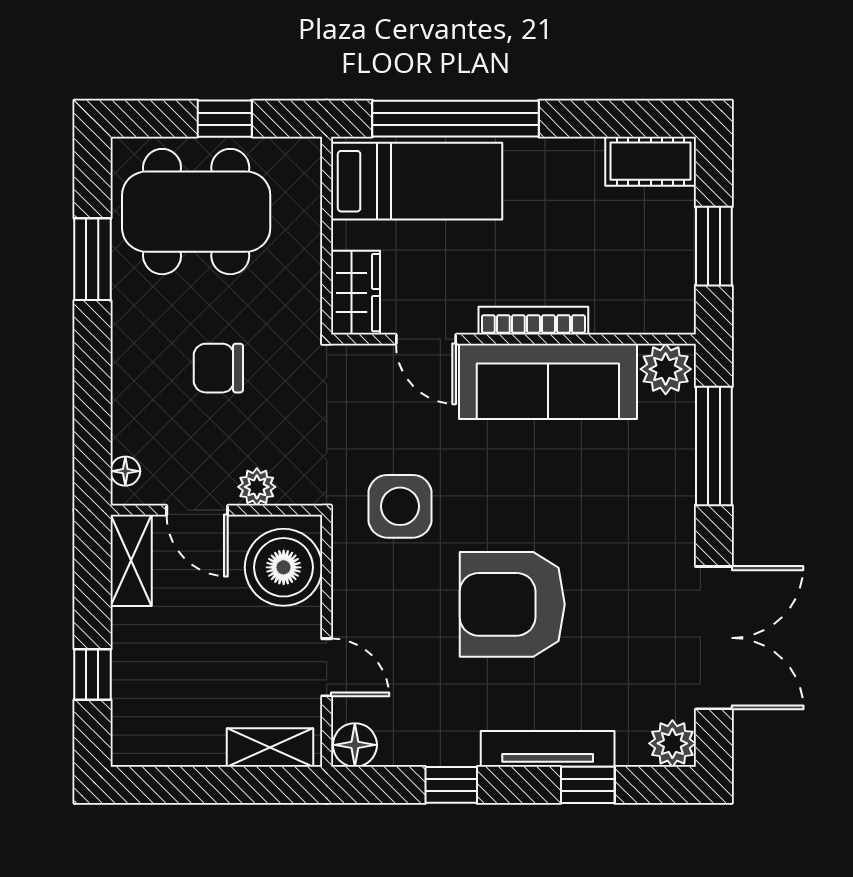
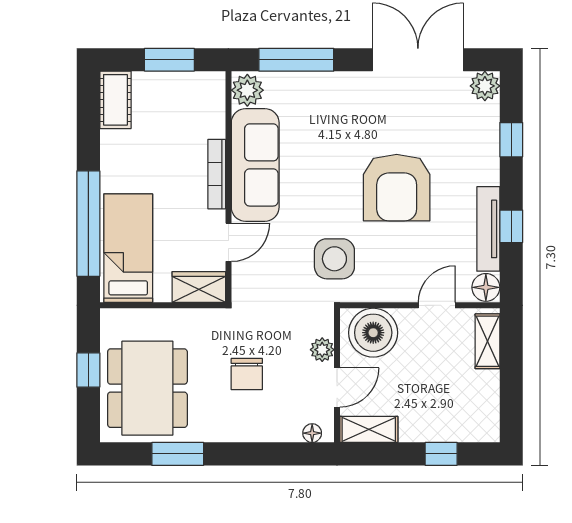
tv unit: (548, 749) -> (488, 229), moved

